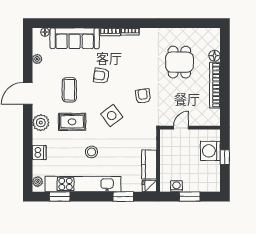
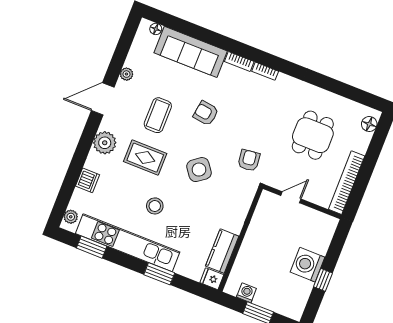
floor lamp: (215, 56) -> (369, 124), moved
plant: (37, 59) -> (126, 74), moved
door: (181, 128) -> (291, 197), moved
wall: (190, 128) -> (302, 202), moved
window: (123, 197) -> (159, 274), moved

